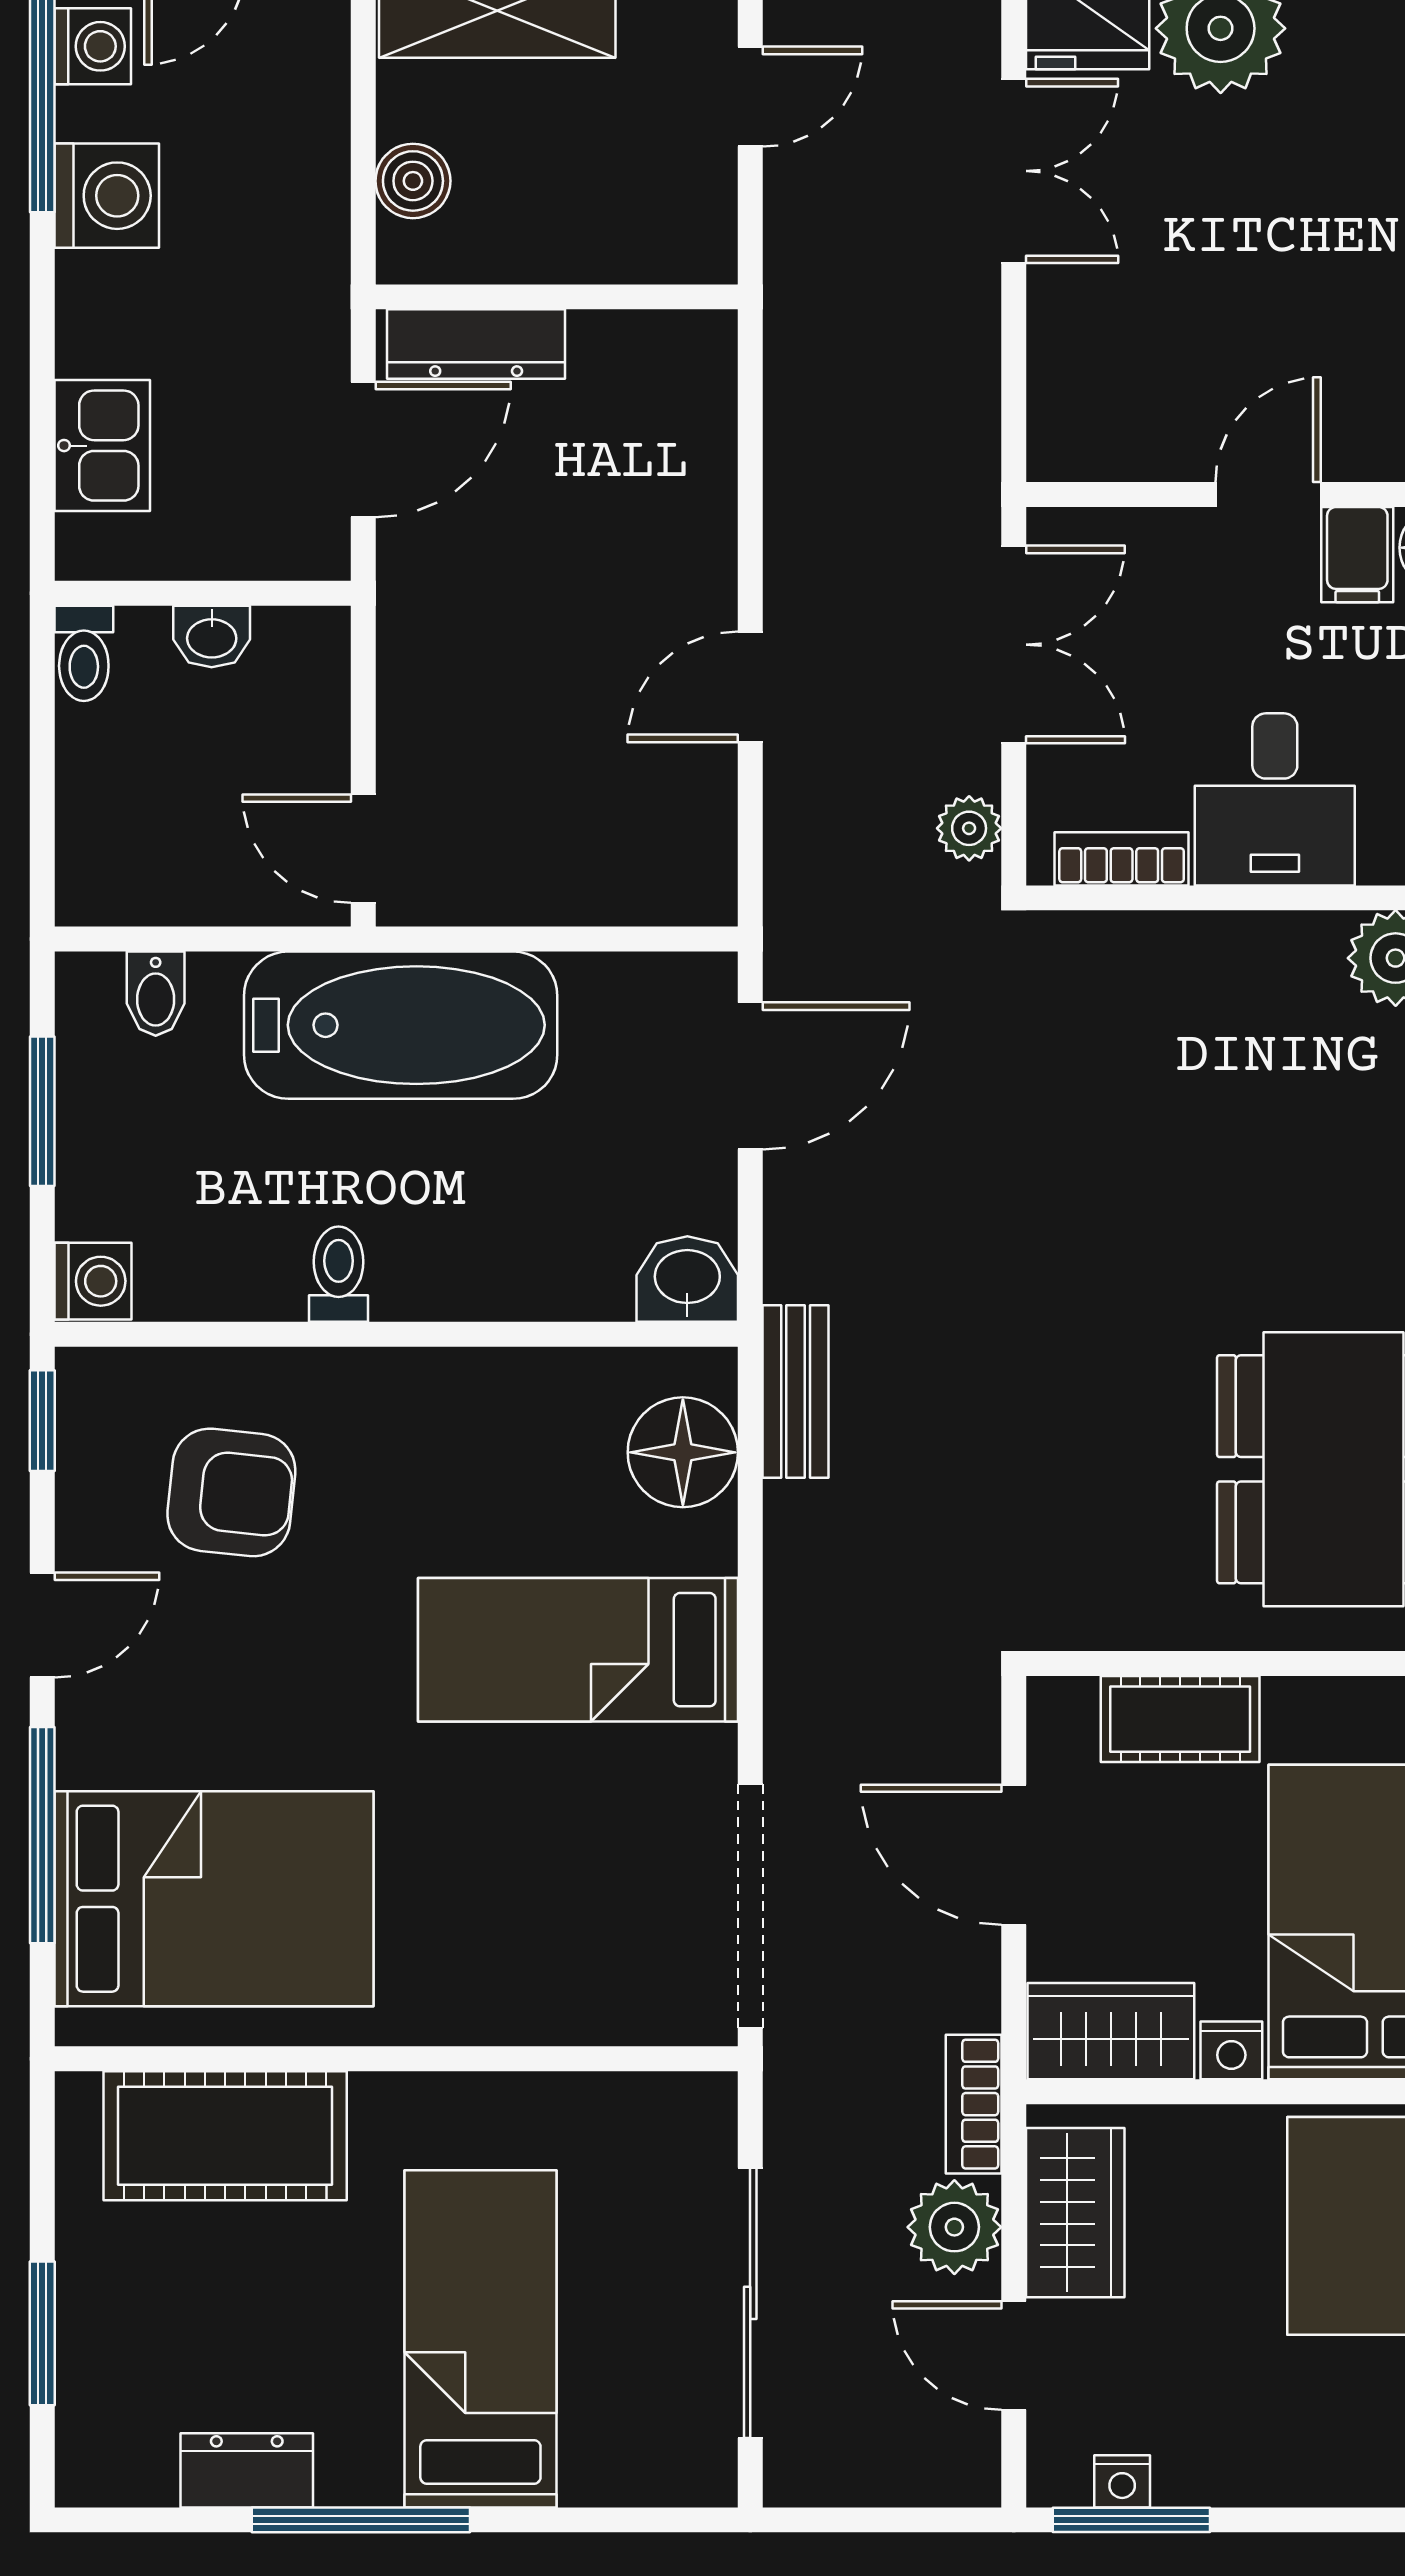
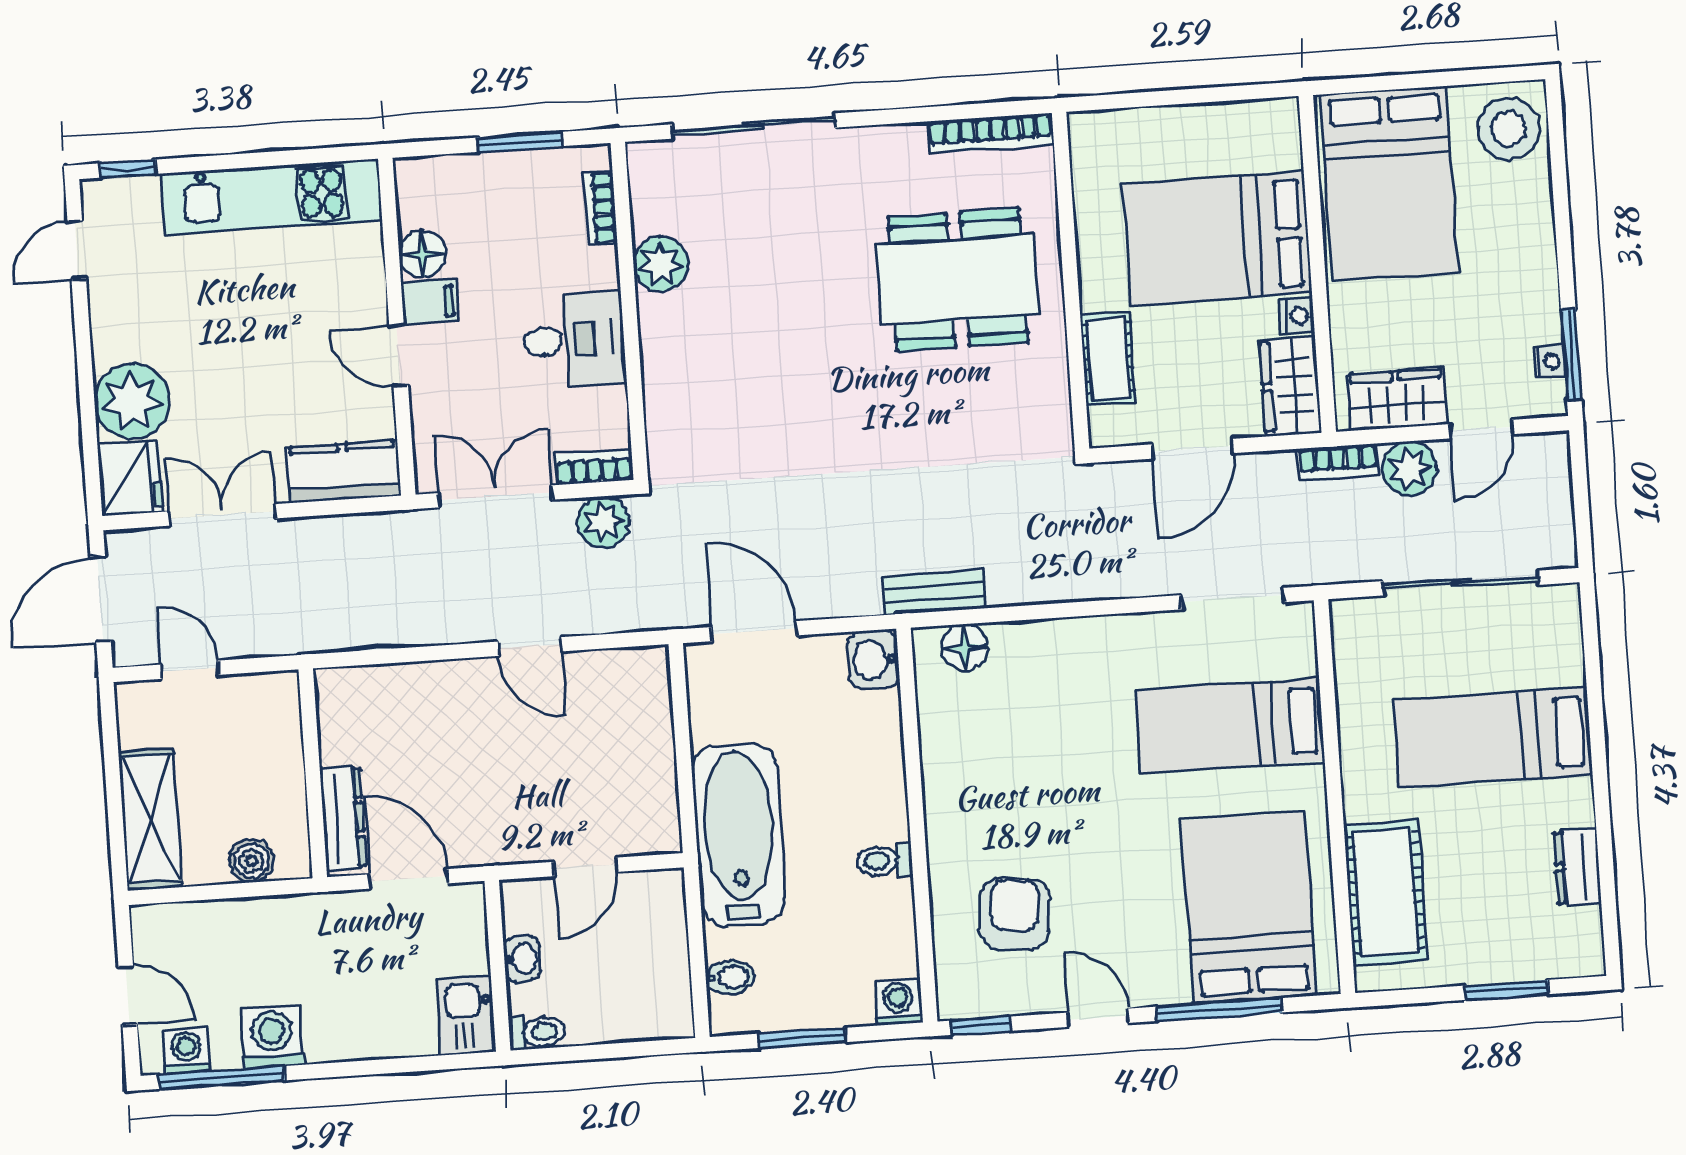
kitchen counter: (1074, 386) -> (344, 472), added
kitchen sink: (102, 446) -> (466, 1016), moved, turned -90
plant: (969, 828) -> (603, 522), width x1.38, depth x1.38
door: (363, 849) -> (585, 867), moved
bookcase: (1122, 859) -> (594, 467), moved, turned 90
floor lamp: (683, 1452) -> (964, 647), width x0.73, depth x0.73
bed: (578, 1650) -> (1230, 726), moved, turned 90
doorway: (750, 1906) -> (1233, 599), width x0.73
window: (361, 2520) -> (1602, 799), removed

